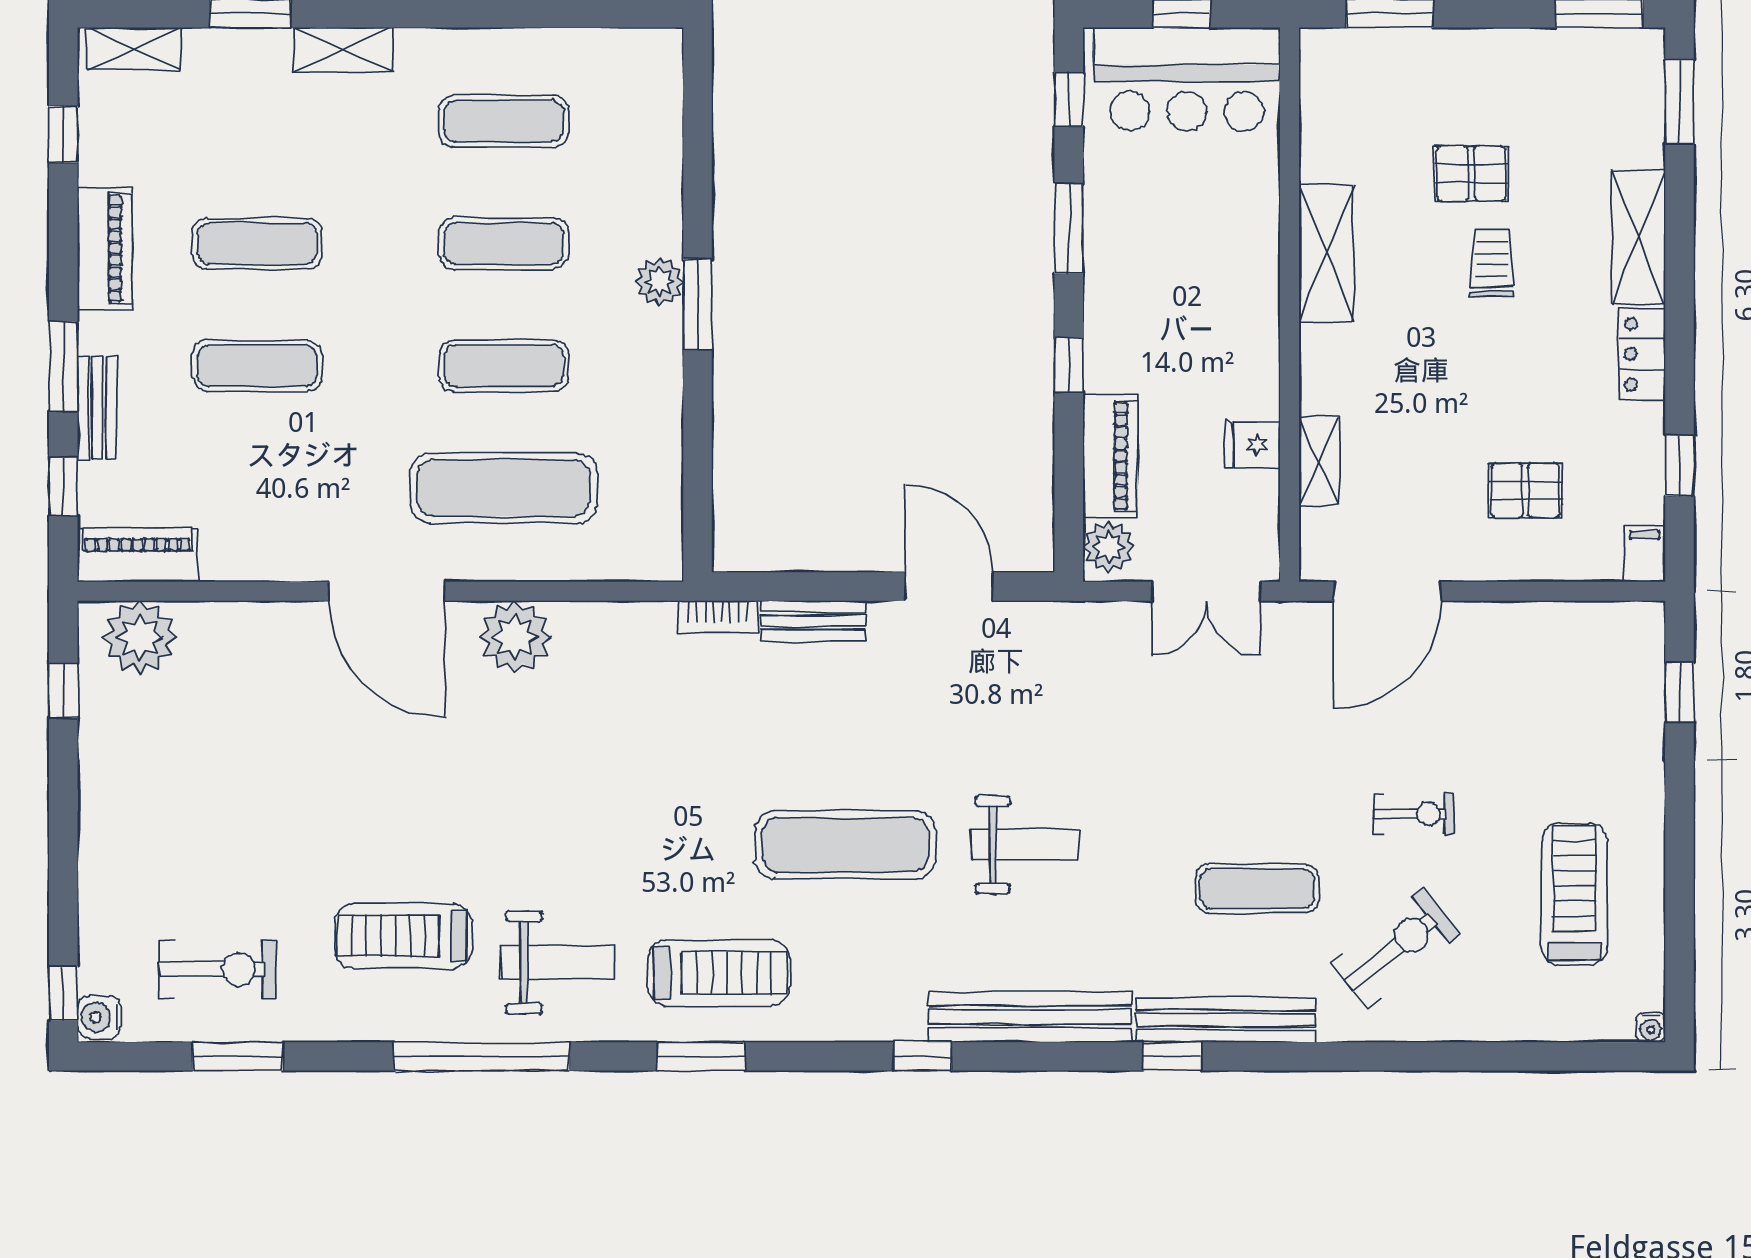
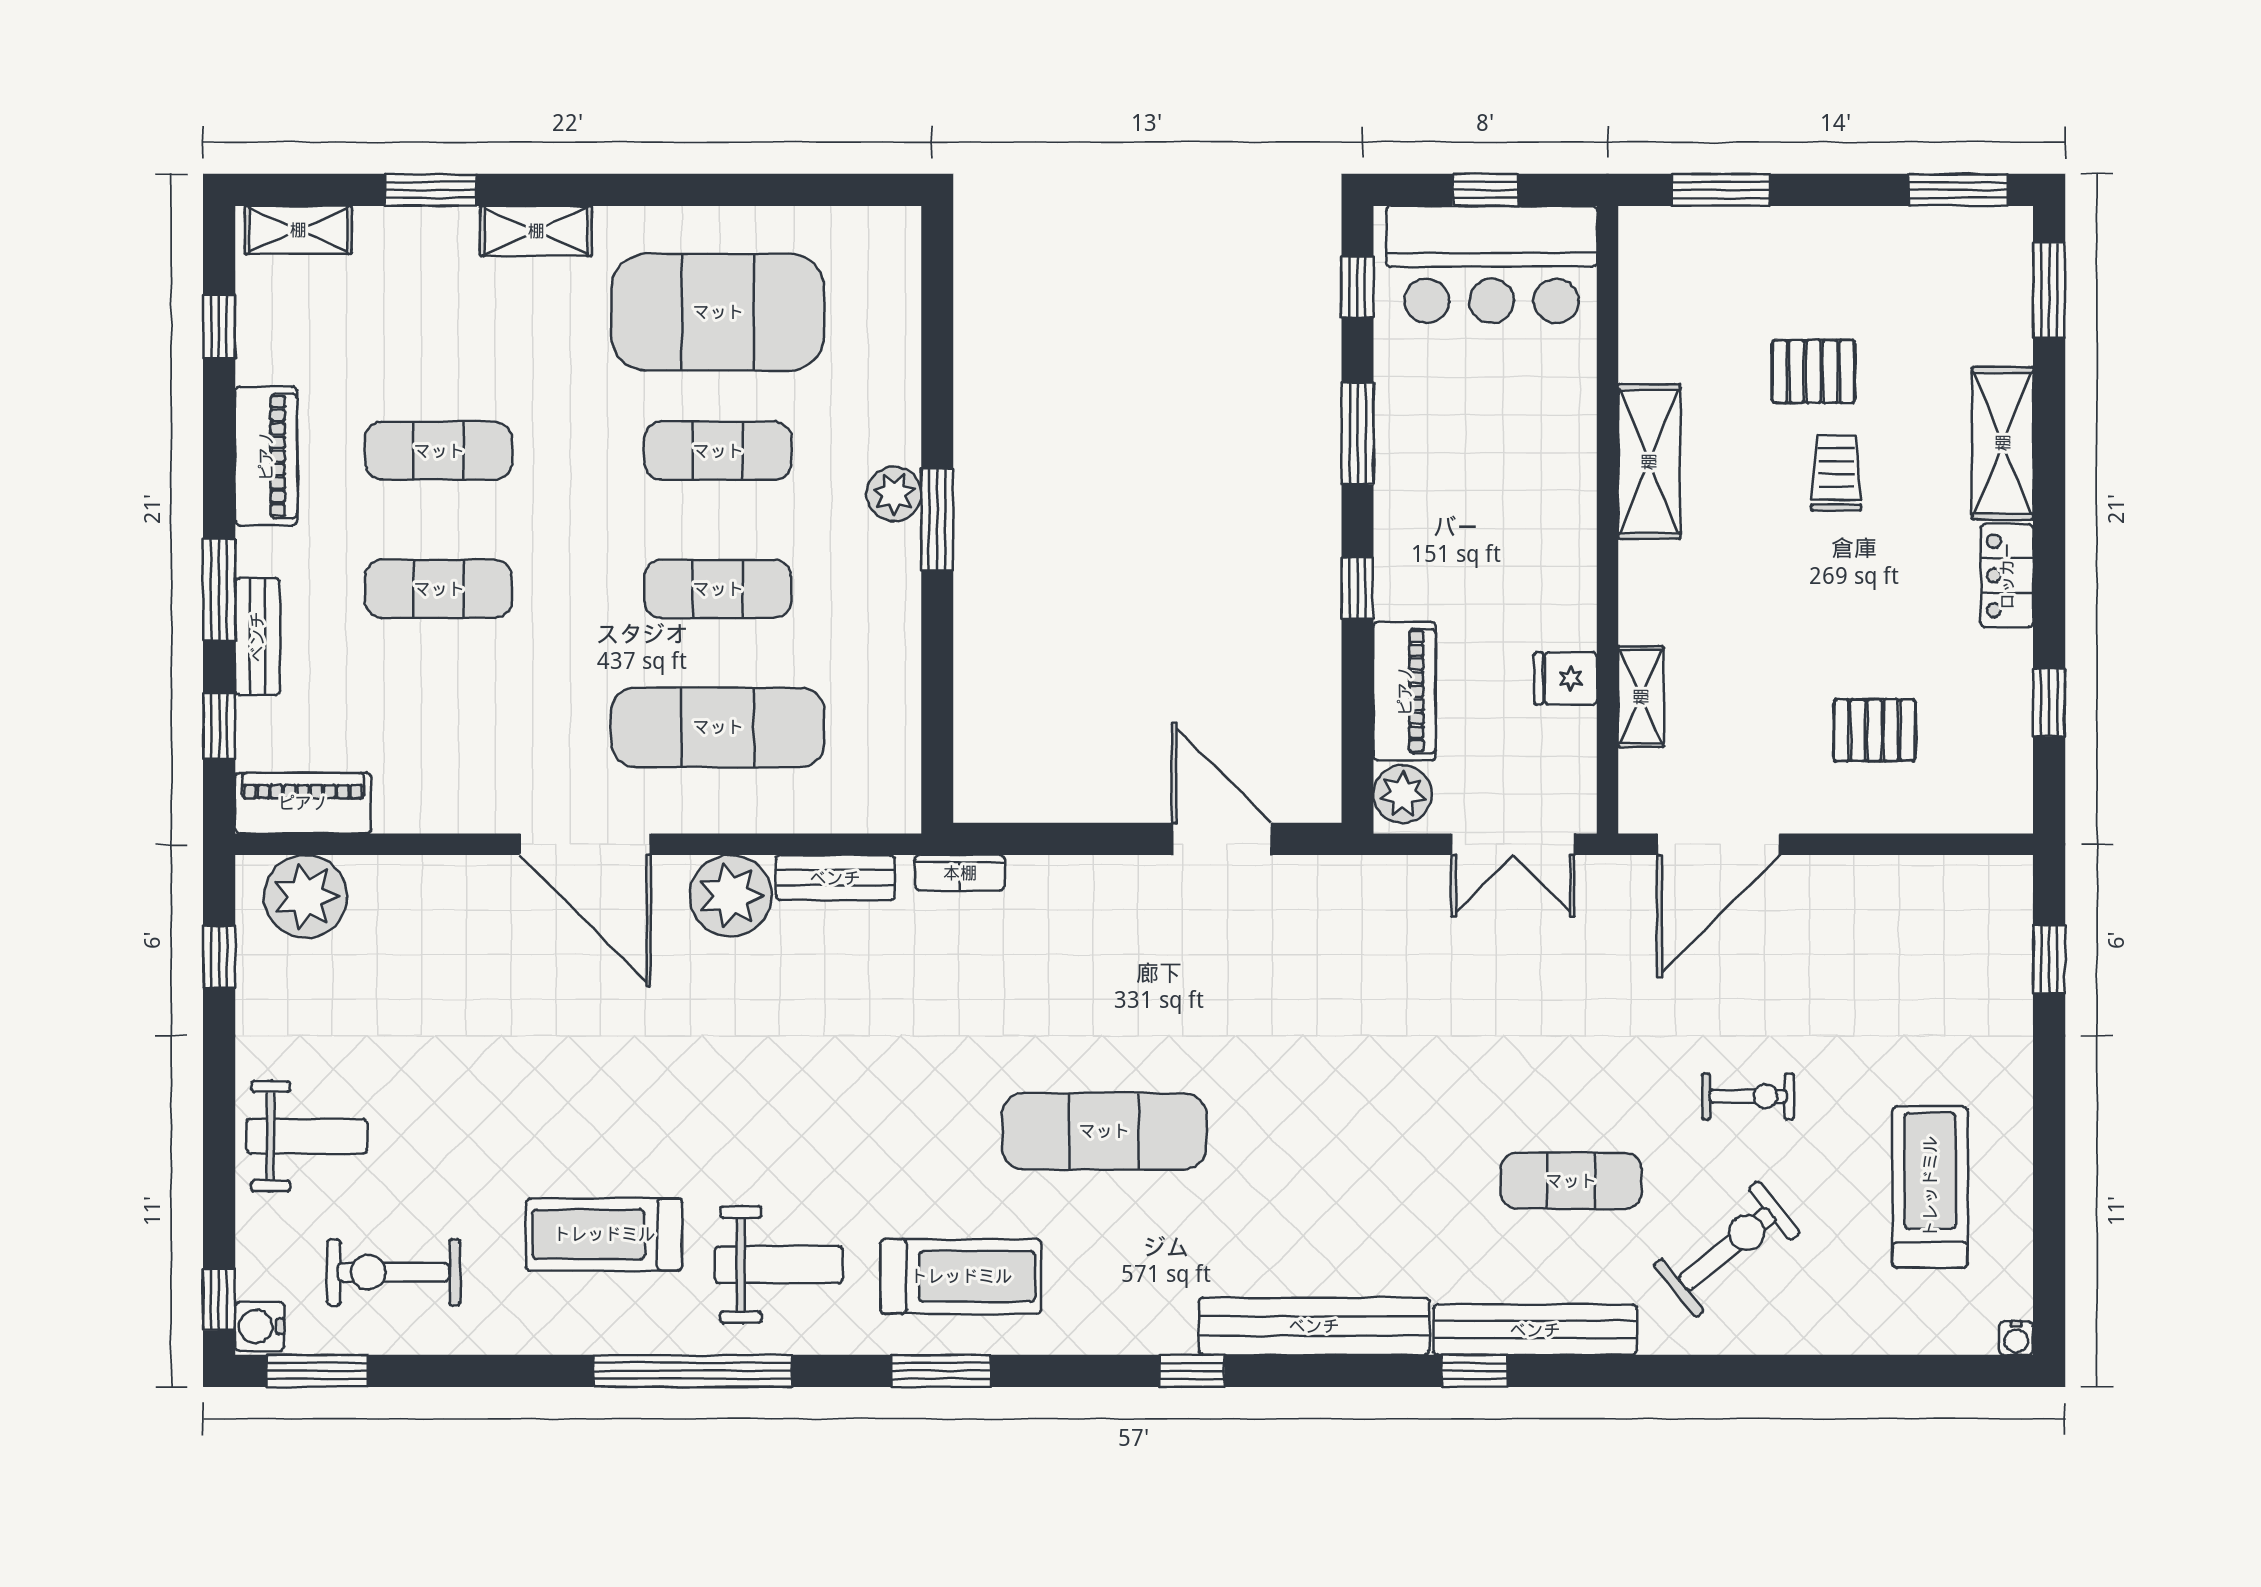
exercise mat: (504, 121) -> (718, 312), width x2.00, depth x1.45
filing cabinet: (1645, 554) -> (2010, 802), removed
bench: (813, 621) -> (835, 878), moved
weight bench: (1025, 845) -> (307, 1136), moved
exercise bike: (217, 969) -> (394, 1272), turned 180
window: (238, 1056) -> (317, 1371), moved

